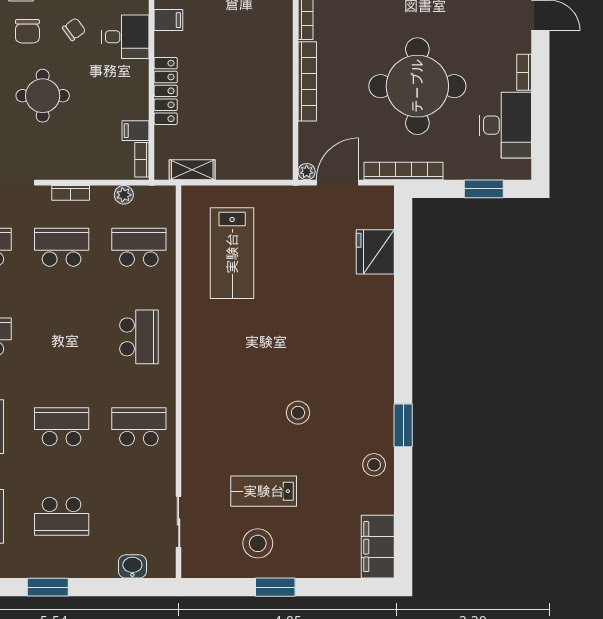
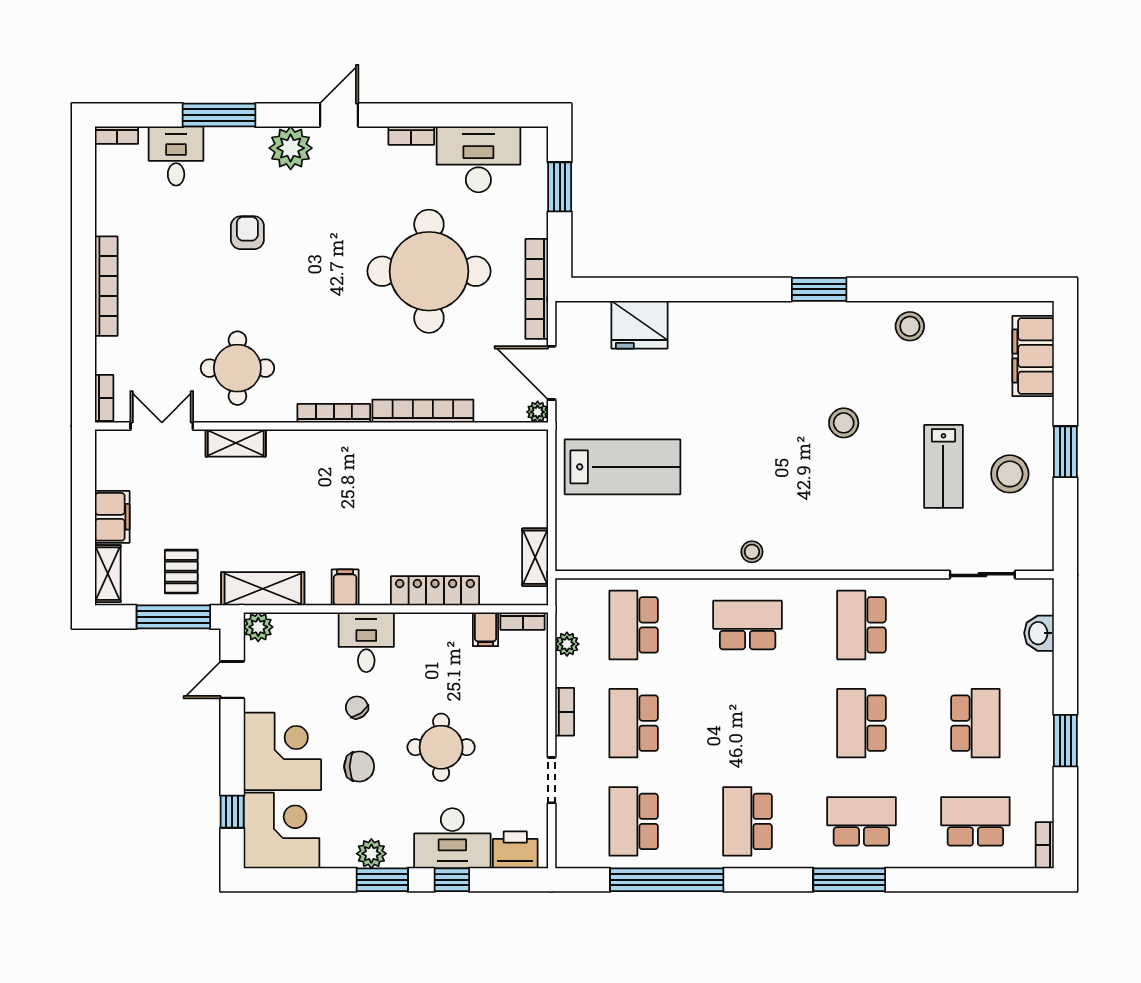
lab bench: (232, 253) -> (622, 467), moved
stool: (197, 340) -> (752, 552), added
window: (403, 425) -> (819, 289), moved
filing cabinet: (378, 547) -> (1033, 356), moved, turned 90

